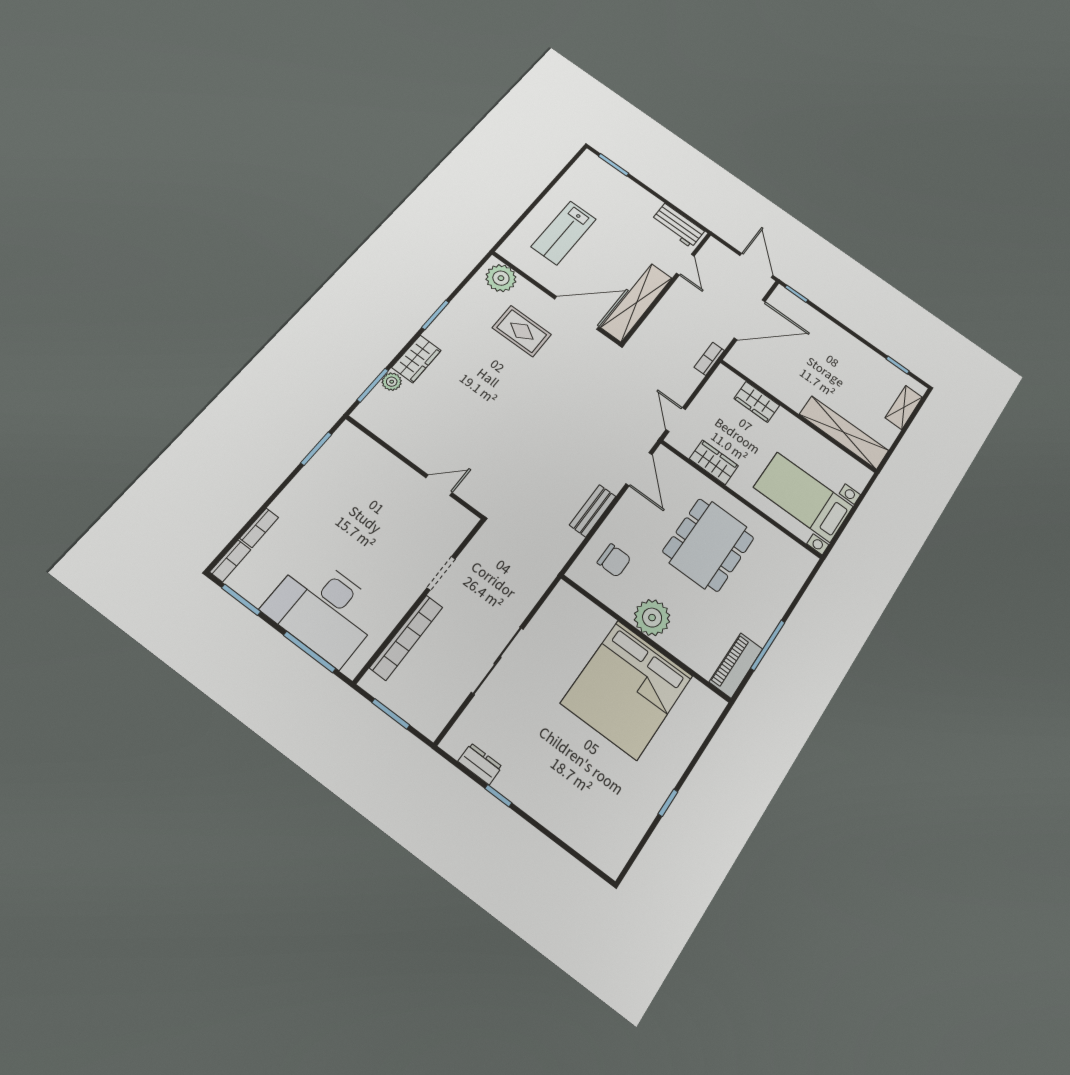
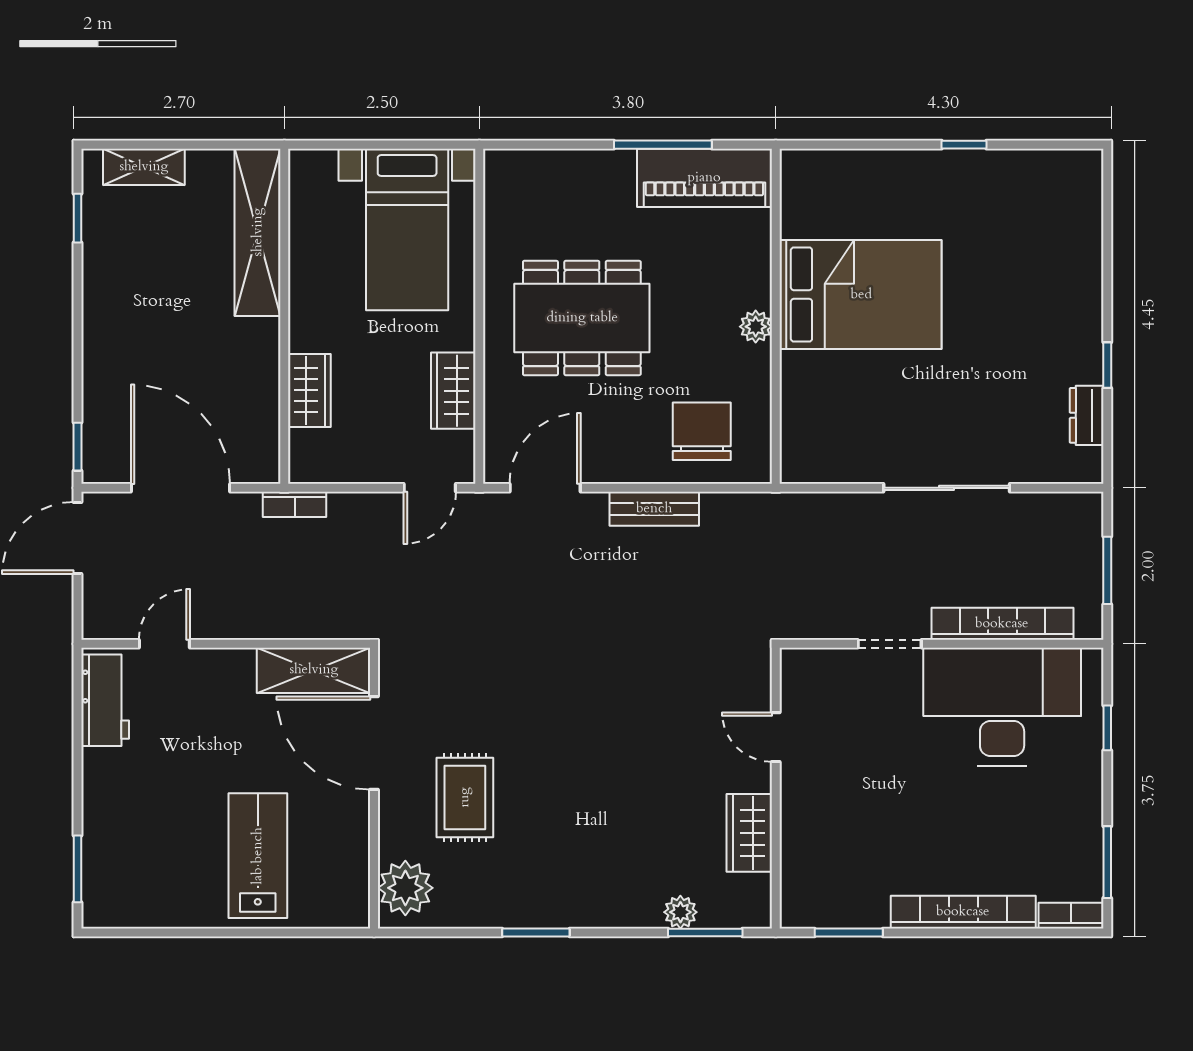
lab bench: (564, 233) -> (258, 856), turned -90
shelving: (637, 303) -> (314, 670), width x0.68
wardrobe: (416, 359) -> (749, 833), moved, turned -90
bookcase: (259, 528) -> (963, 912), width x2.31, depth x1.31
chair: (614, 560) -> (702, 431), width x1.37, depth x1.37
desk: (324, 610) -> (1002, 707), moved, turned -90
plant: (652, 618) -> (756, 327), width x0.53, depth x0.53
window: (310, 652) -> (1107, 728), width x0.46
piano: (736, 665) -> (704, 178), width x1.37, depth x1.33
bed: (627, 689) -> (861, 295), width x0.73

